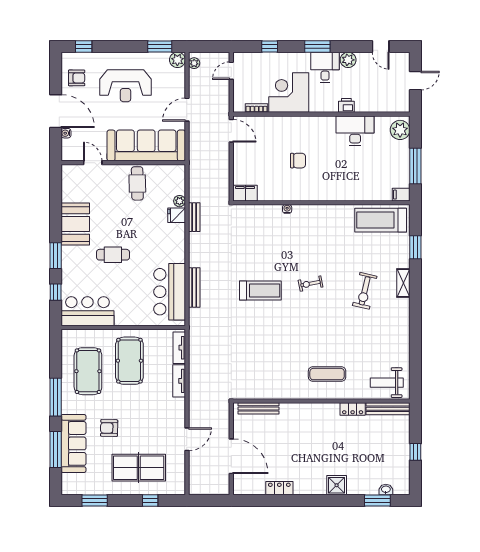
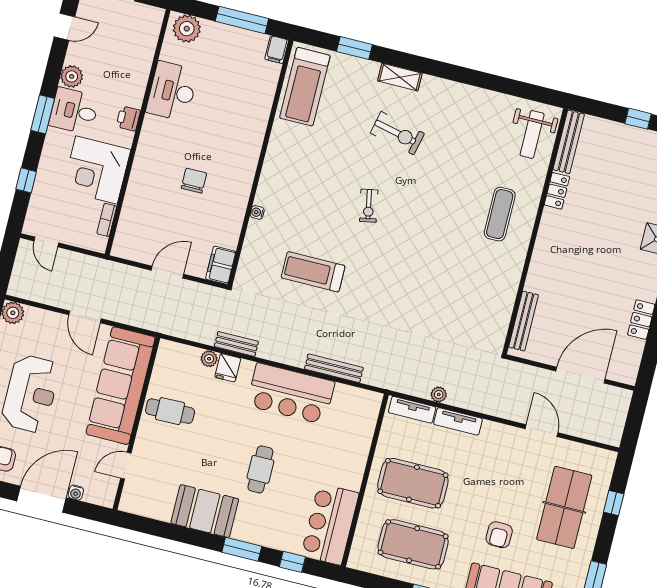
plant: (194, 63) -> (439, 395), moved
printer: (346, 105) -> (128, 118), moved
door: (231, 131) -> (167, 272), moved
treadmill: (260, 290) -> (313, 272), moved, turned -90
bar counter: (170, 292) -> (291, 394), moved

